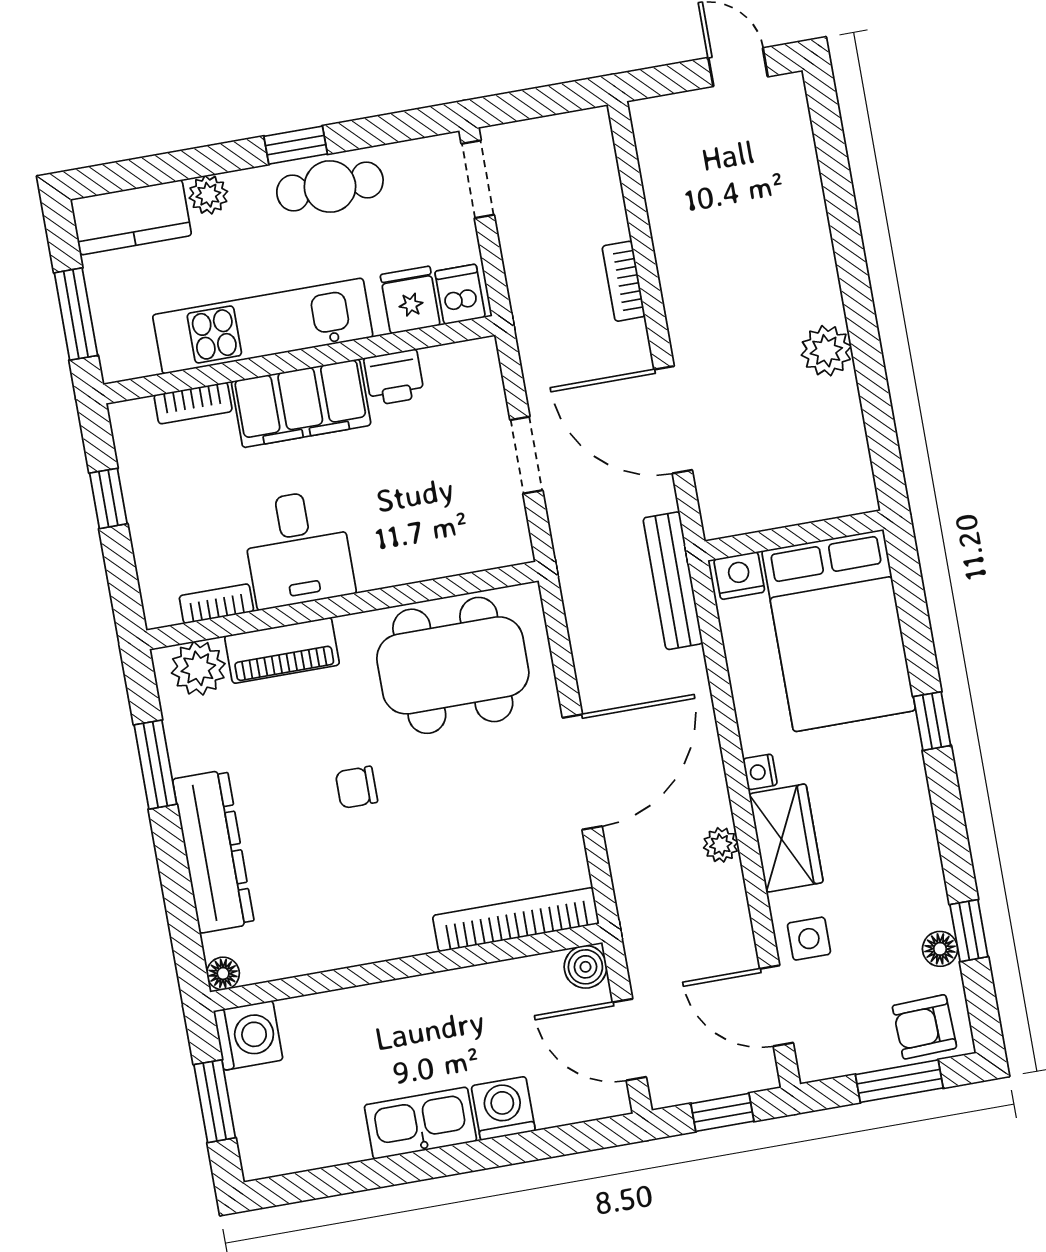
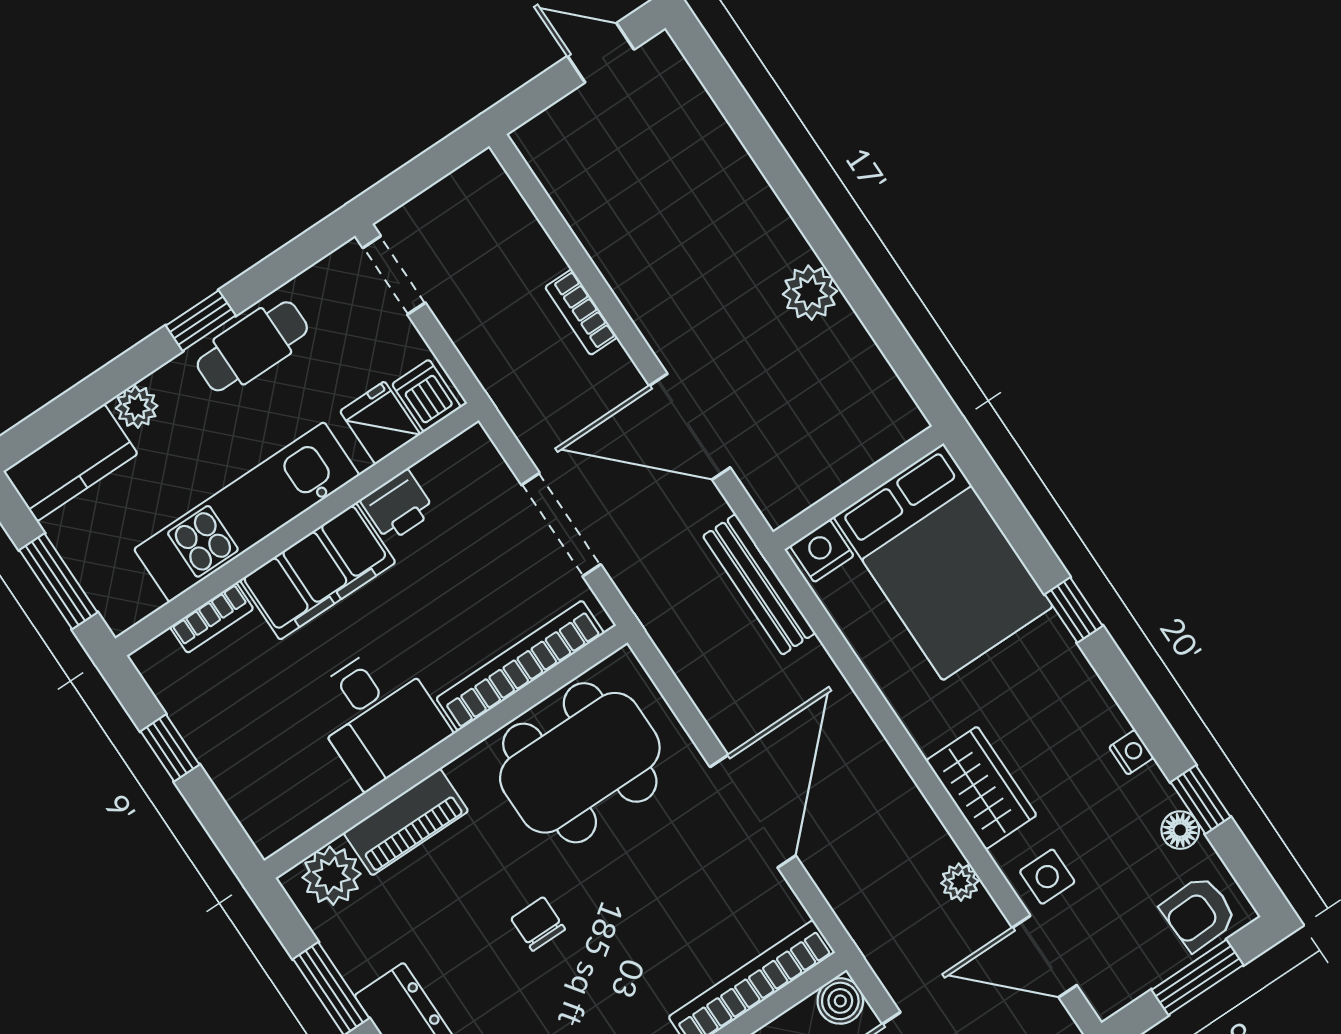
doorway: (526, 455) -> (561, 525), width x1.38
bookcase: (216, 604) -> (520, 666), moved, width x2.31, depth x1.31
nightstand: (760, 772) -> (1131, 752), moved, turned 180
chair: (356, 787) -> (538, 924), turned 90
plant: (721, 845) -> (960, 882), moved

